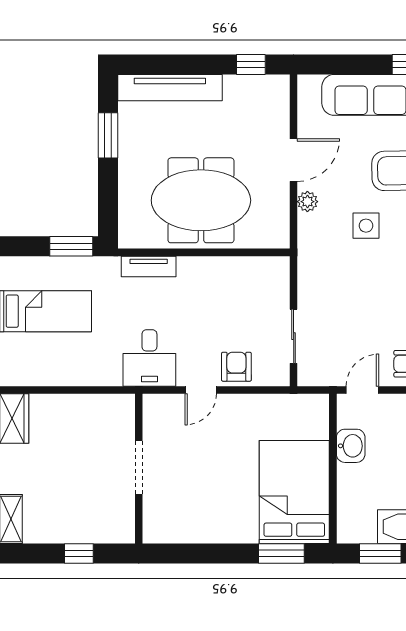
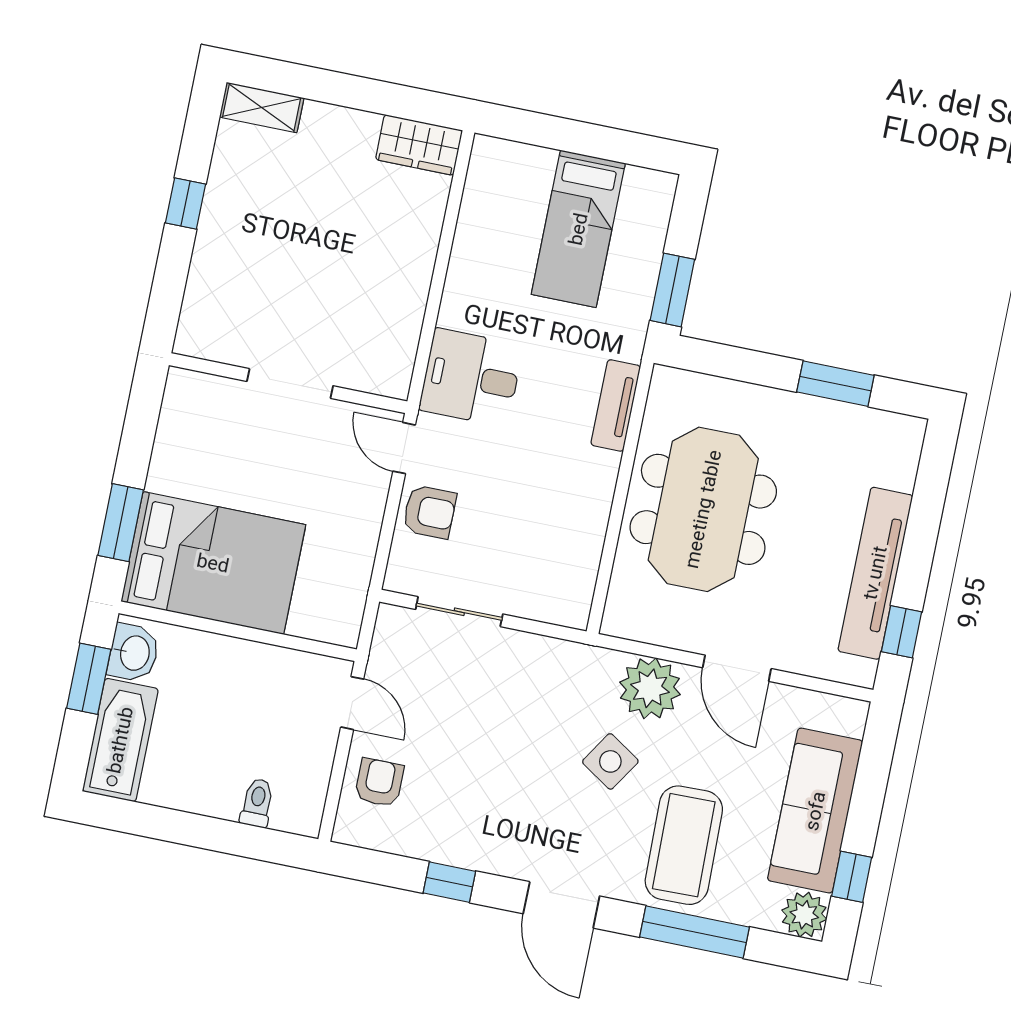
tv unit: (170, 88) -> (875, 573), moved
plant: (307, 202) -> (650, 688), width x1.87, depth x1.87
side table: (366, 226) -> (610, 761), turned 33
washbasin: (351, 446) -> (134, 653), moved, turned -90
doorway: (139, 467) -> (290, 384), moved
wall: (139, 469) -> (288, 383), moved

